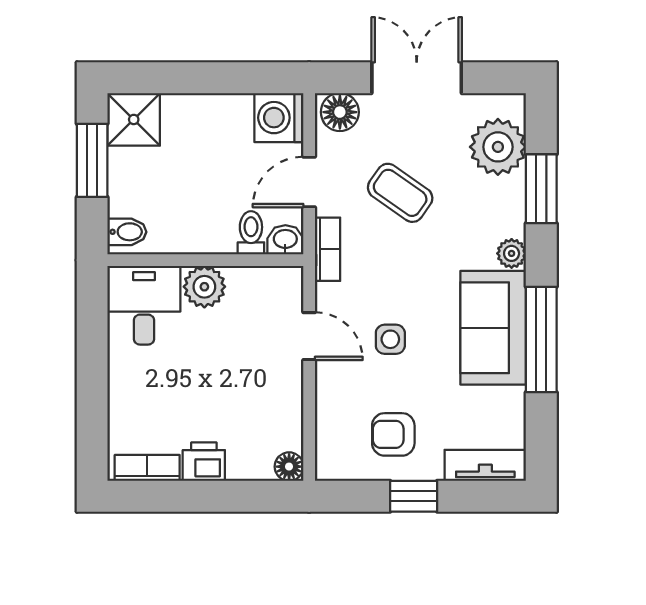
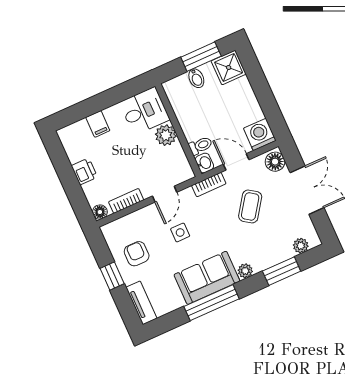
plant: (498, 147) -> (301, 246), width x0.53, depth x0.53
bidet: (127, 232) -> (196, 78), moved
filing cabinet: (129, 399) -> (98, 124), added
bookcase: (147, 468) -> (126, 201), moved, turned -90

